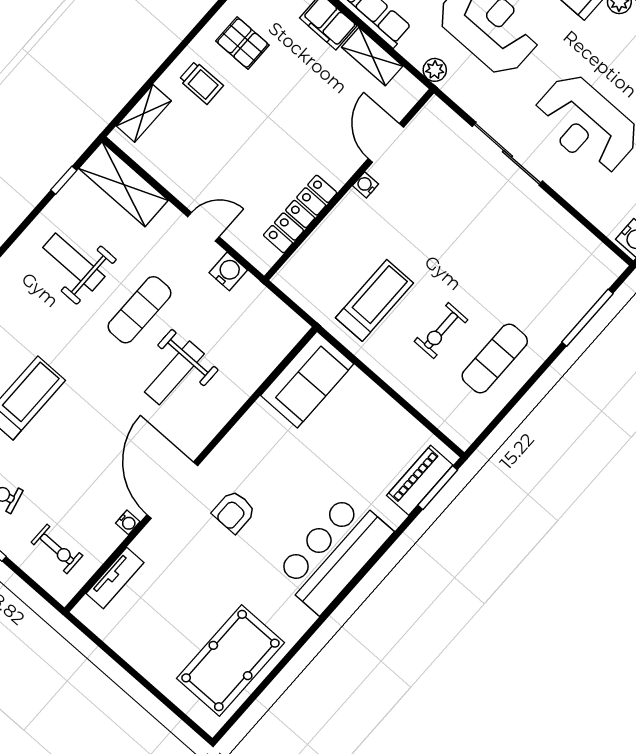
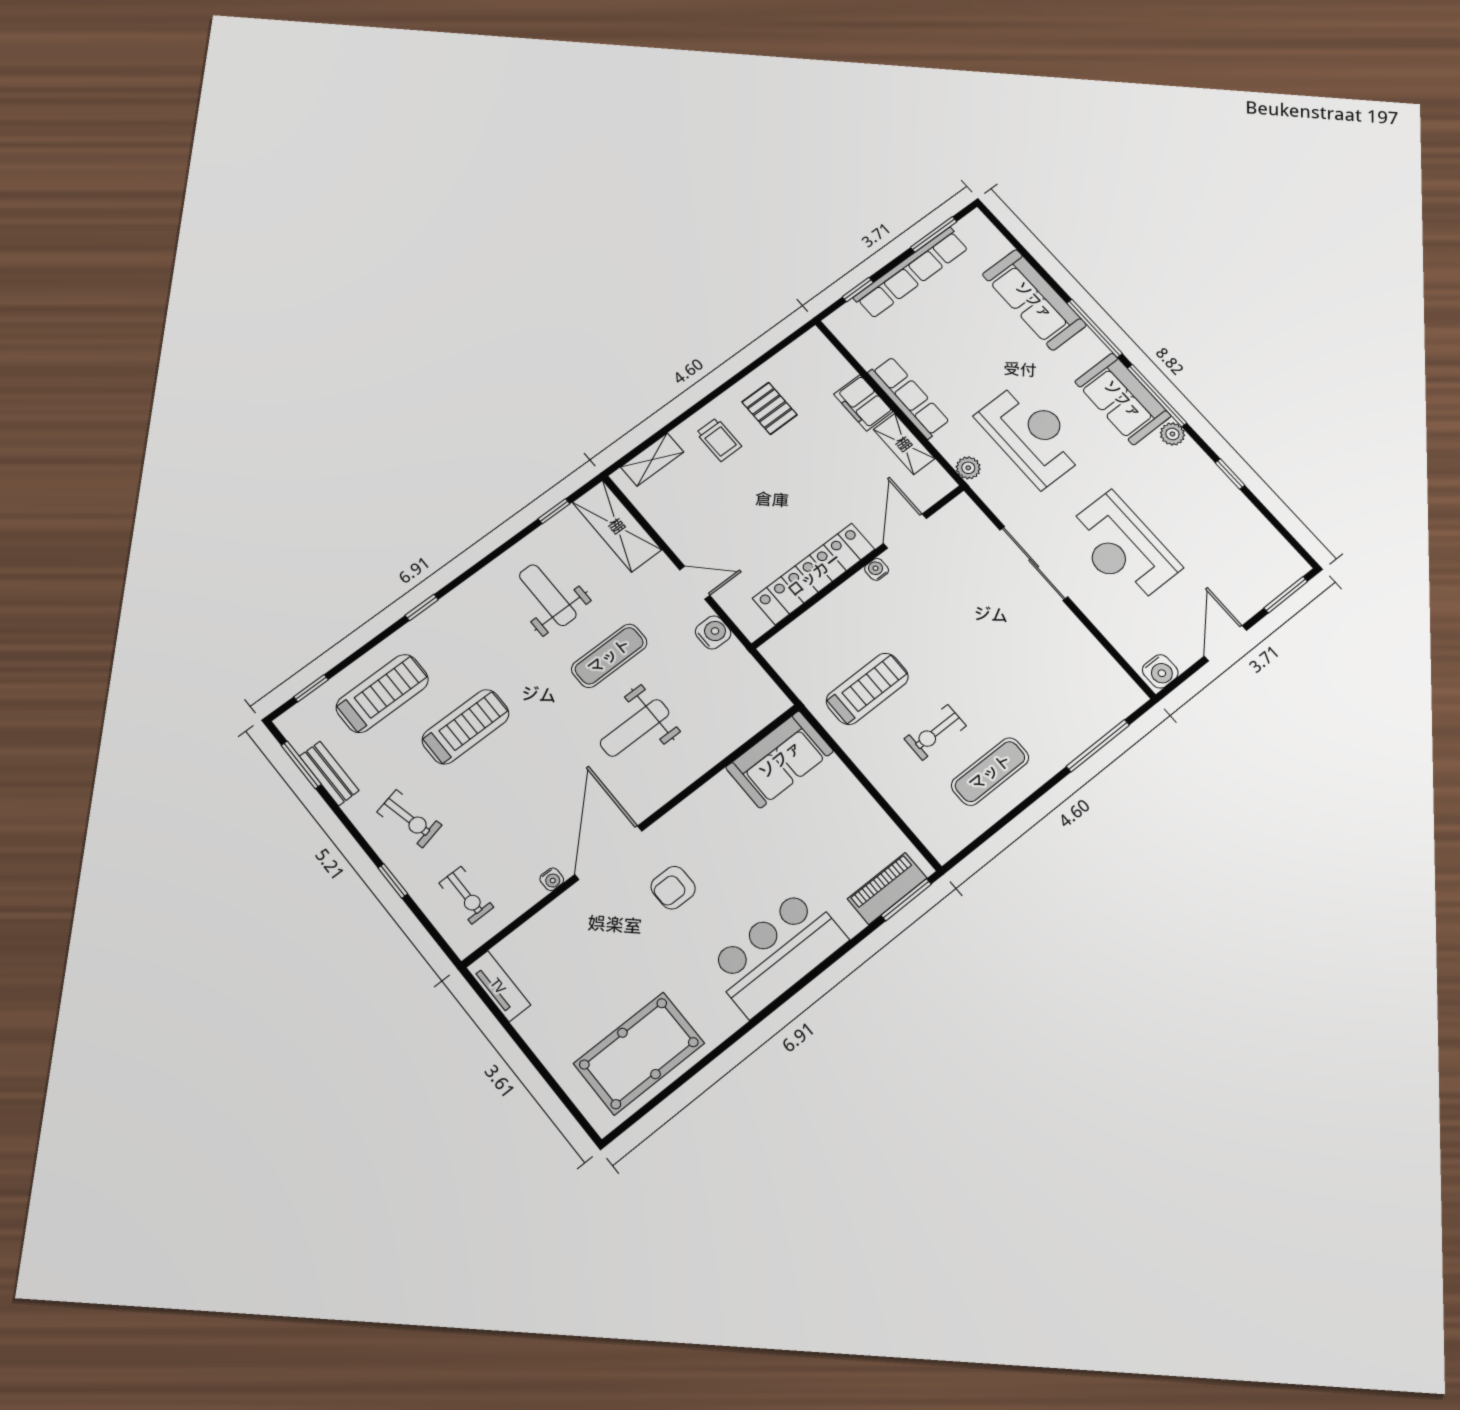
locker: (300, 214) -> (814, 574), width x1.41, depth x1.21
tv unit: (115, 578) -> (498, 986), moved, turned -90

